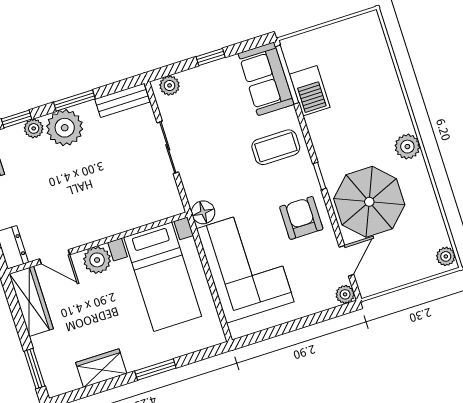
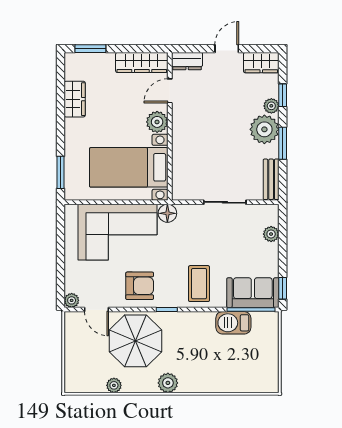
window: (211, 57) -> (283, 288), moved
plant: (170, 85) -> (271, 234), moved
plant: (446, 256) -> (114, 385), moved
window: (155, 370) -> (61, 172), moved

